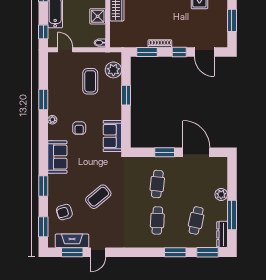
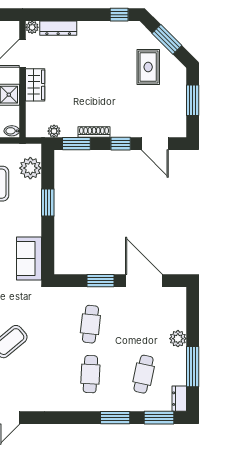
plant: (131, 43) -> (54, 131), added
dresser: (222, 234) -> (179, 399), width x0.70

